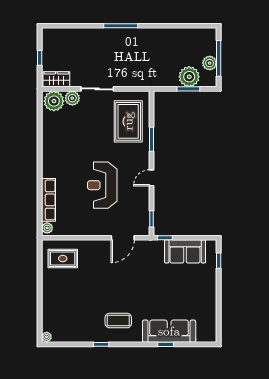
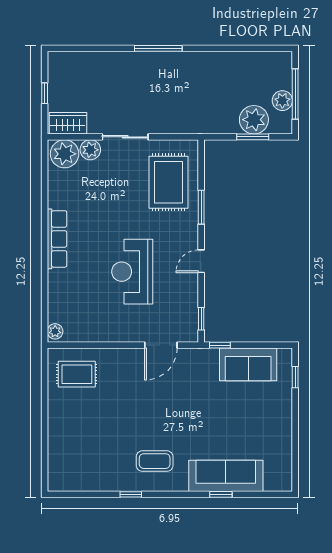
row of seats: (49, 200) -> (57, 239), moved
plant: (47, 337) -> (54, 484), removed

